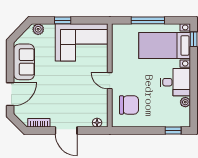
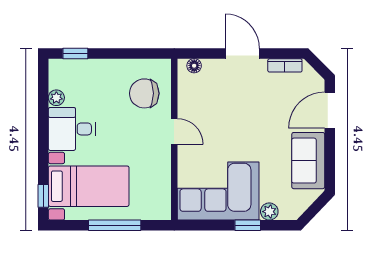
plant: (38, 29) -> (269, 212), moved

